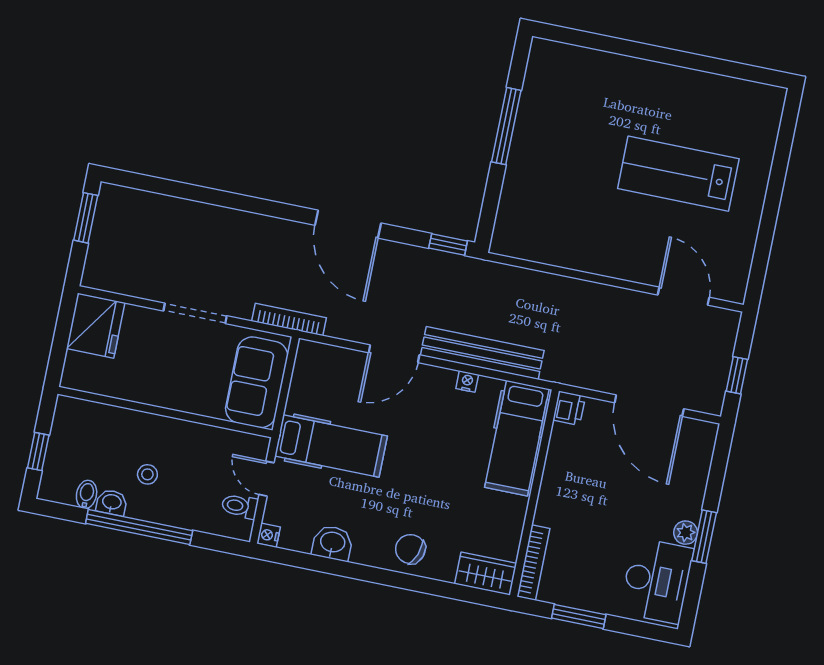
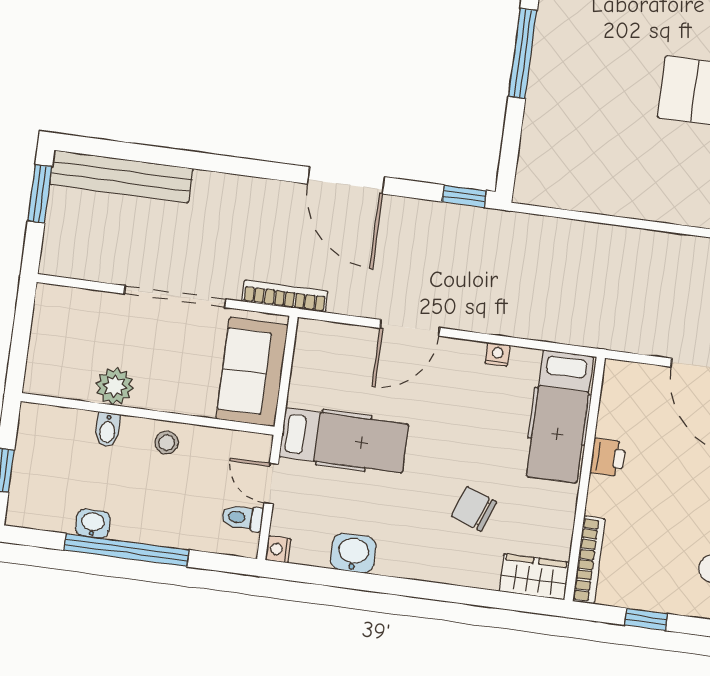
doorway: (195, 313) -> (175, 296), width x1.36
fridge: (96, 326) -> (60, 319), removed
bench: (482, 353) -> (121, 176), moved
plant: (138, 387) -> (115, 386), added
printer: (569, 408) -> (608, 457), moved
stool: (147, 474) -> (167, 443), moved
bidet: (87, 494) -> (107, 430), moved, turned 180
chair: (410, 549) -> (474, 509), moved
window: (579, 616) -> (646, 619), width x0.67

